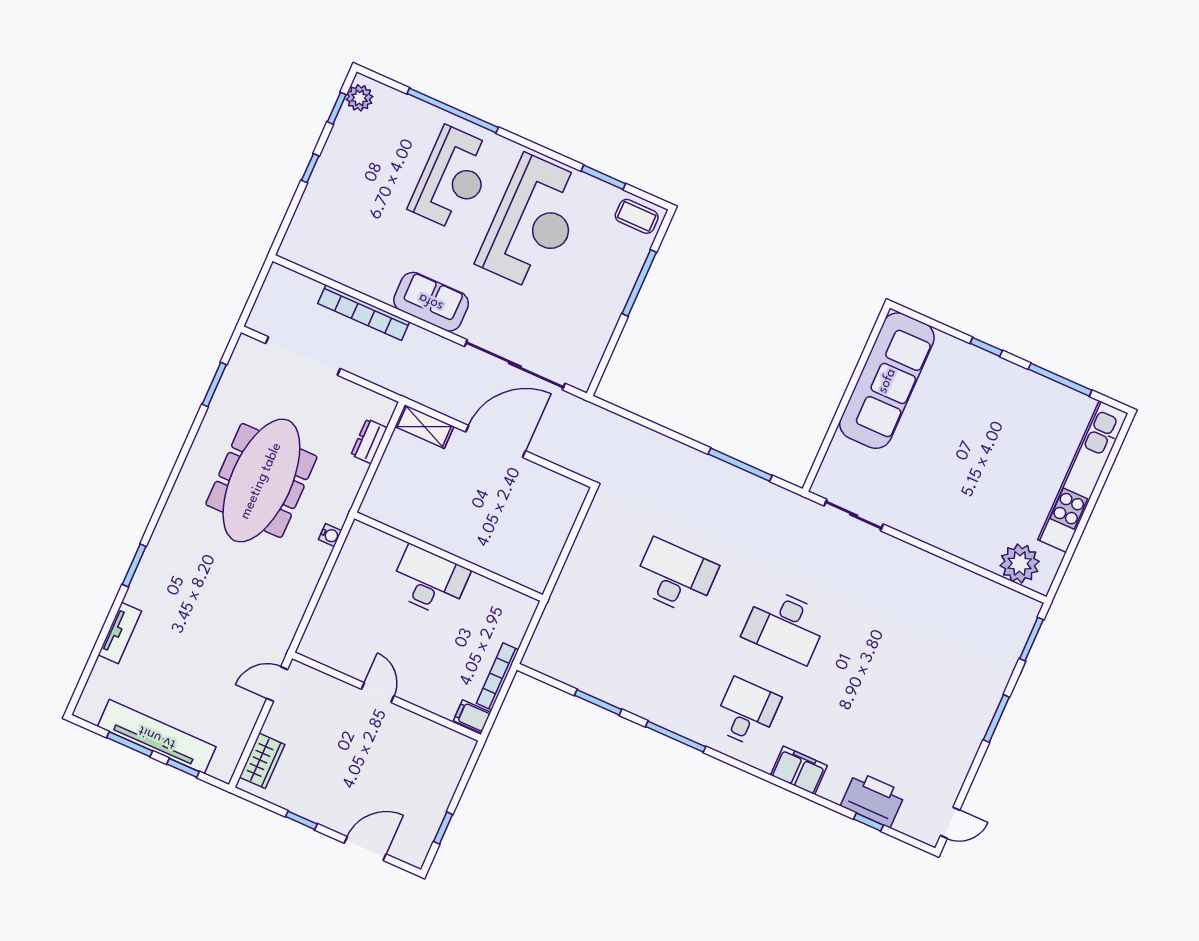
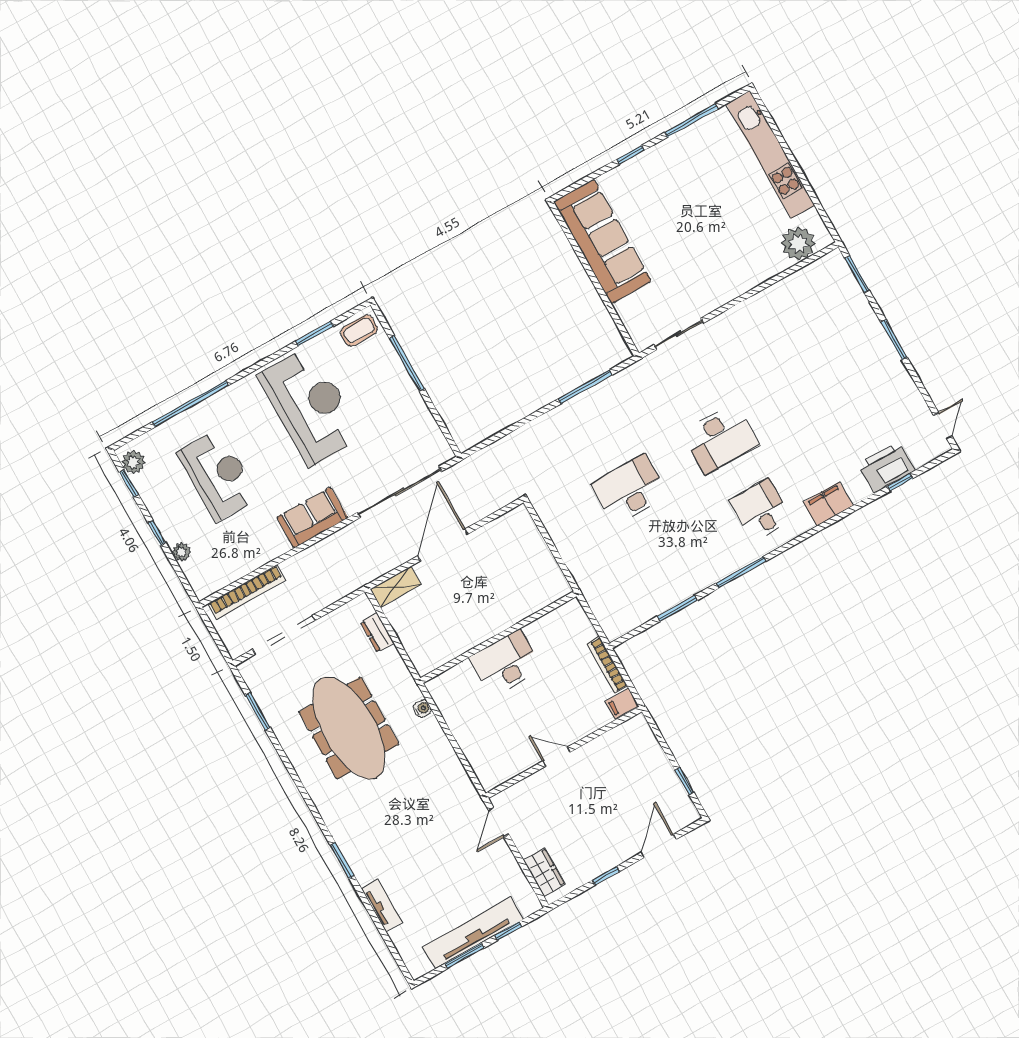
reception desk: (453, 178) -> (218, 475), moved
plant: (309, 204) -> (182, 552), added
bookcase: (364, 313) -> (247, 592), moved

